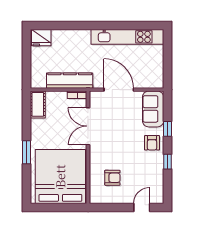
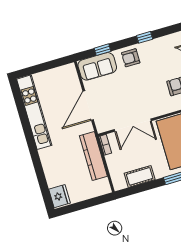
cot: (38, 104) -> (140, 176), moved
window: (167, 129) -> (103, 50), moved
armchair: (152, 143) -> (131, 58), turned 180

